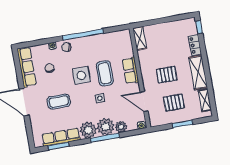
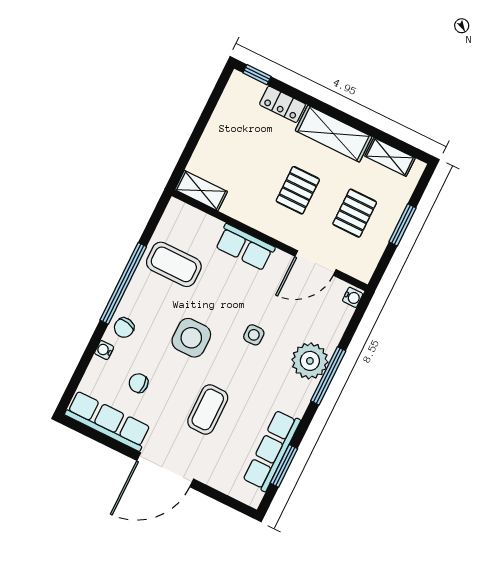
coffee table: (105, 73) -> (174, 264), moved
plant: (121, 127) -> (330, 334), removed
plant: (88, 130) -> (294, 395), removed

